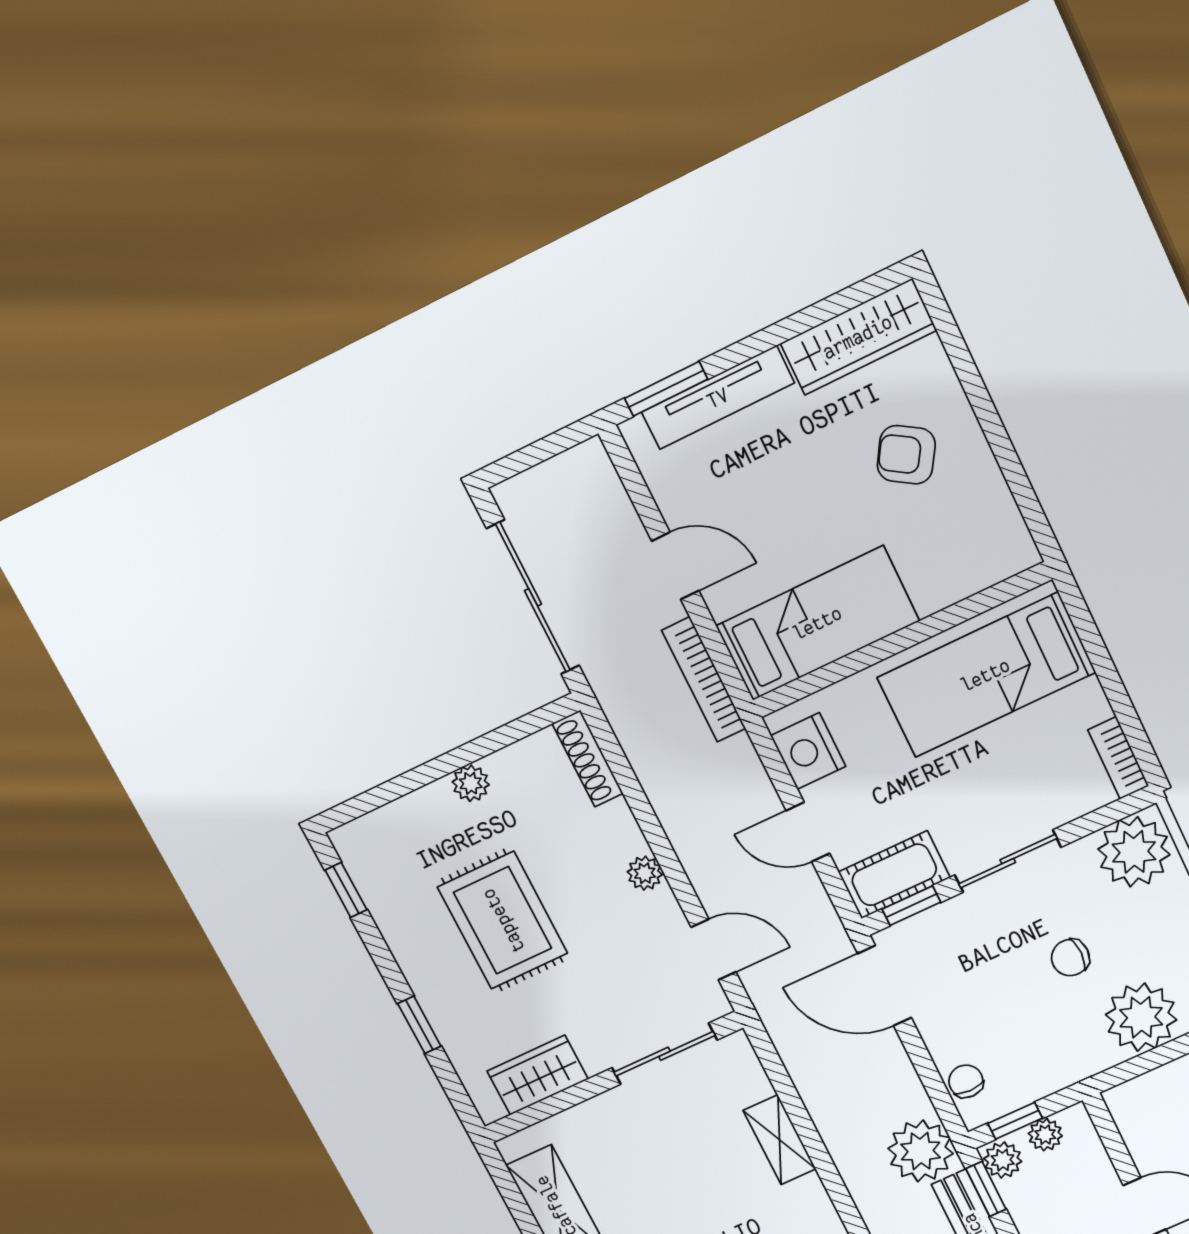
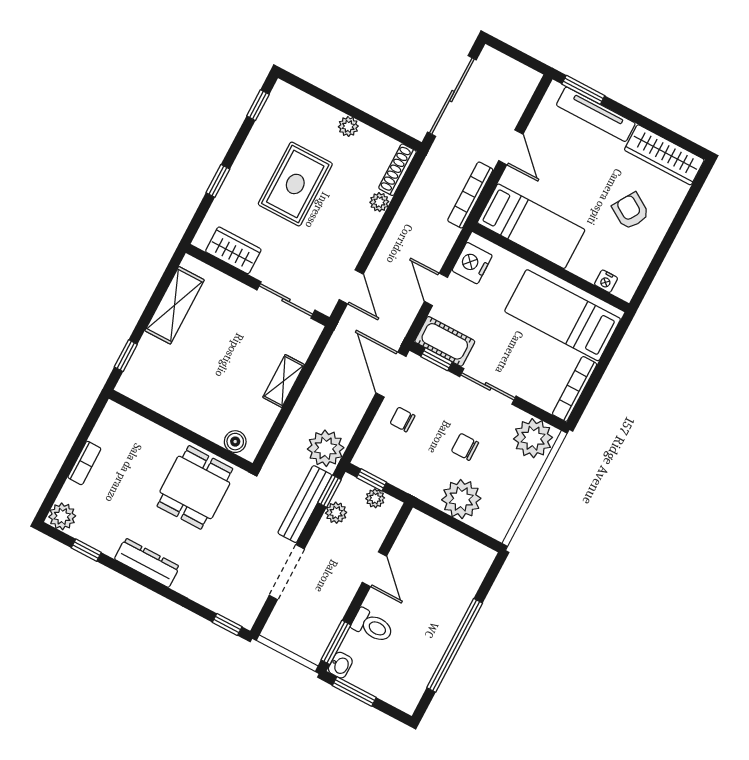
nightstand: (985, 572) -> (606, 281), added
bookcase: (1118, 758) -> (575, 389), width x1.56
plant: (645, 873) -> (379, 202), moved
chair: (966, 1081) -> (403, 419), moved, turned -90
plant: (1003, 1160) -> (336, 513), moved

